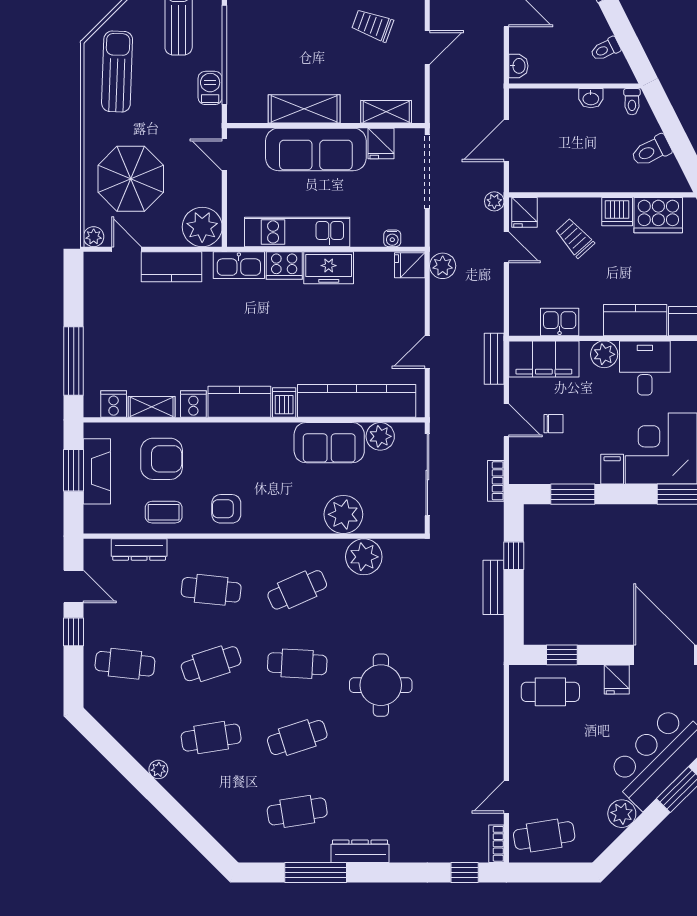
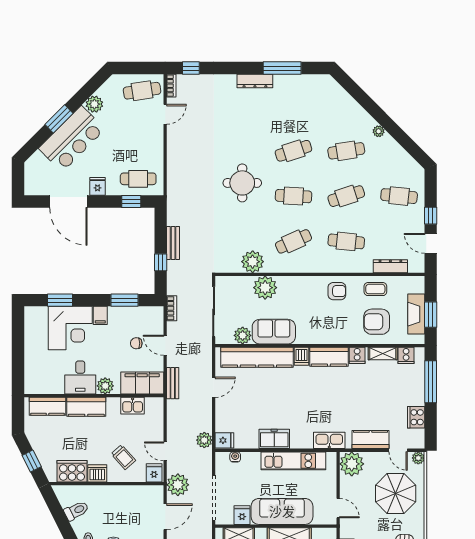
plant: (494, 201) -> (178, 485), width x1.88, depth x1.88
cooker: (284, 266) -> (416, 417), moved, turned -90
cafe table: (297, 811) -> (293, 106), removed

